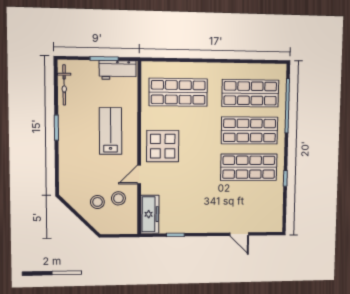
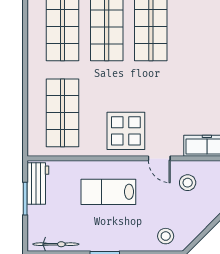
stool: (97, 202) -> (166, 236), moved

